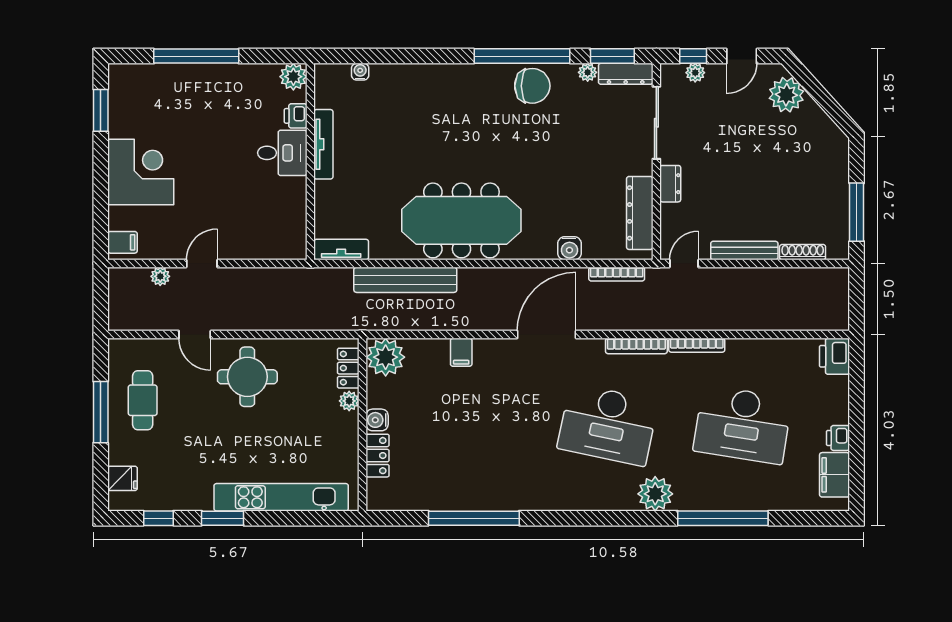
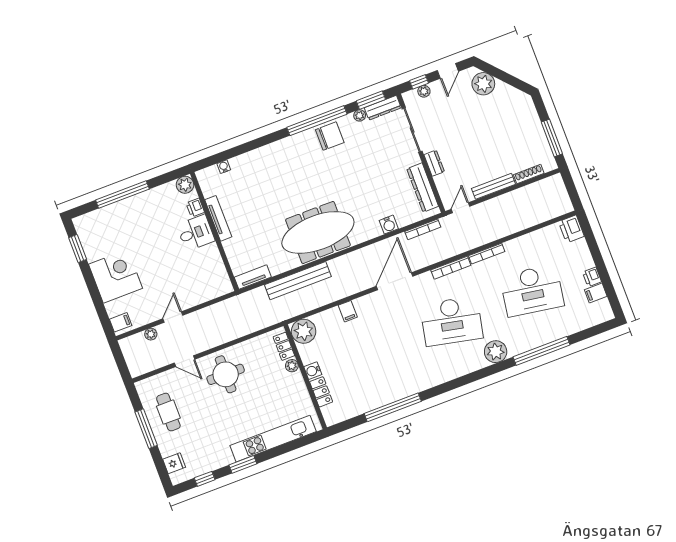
filing cabinet: (835, 475) -> (596, 293), width x0.50

